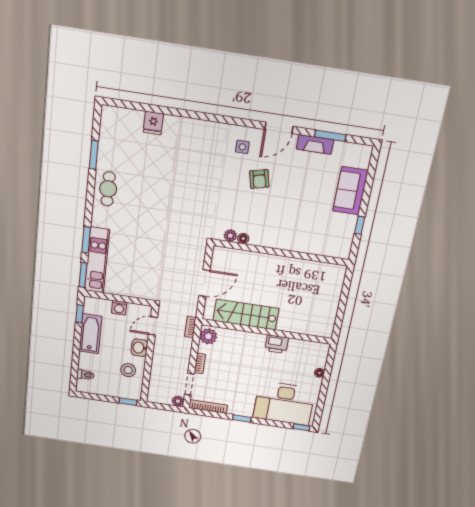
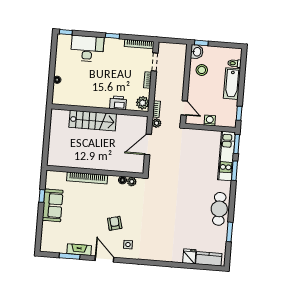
kitchen counter: (125, 117) -> (209, 259), added
door: (279, 128) -> (104, 259), hinge flipped
cafe table: (108, 189) -> (219, 209), width x1.37, depth x1.35
sofa: (350, 191) -> (53, 205), moved
bookcase: (293, 245) -> (87, 178), added
stairs: (246, 315) -> (93, 121), moved
door: (153, 326) -> (184, 108), hinge flipped
bathtub: (90, 334) -> (232, 84), moved
printer: (277, 344) -> (118, 103), moved
washbasin: (139, 348) -> (197, 52), moved
plant: (178, 401) -> (157, 123), moved
desk: (284, 403) -> (87, 49), width x0.73, depth x0.77

